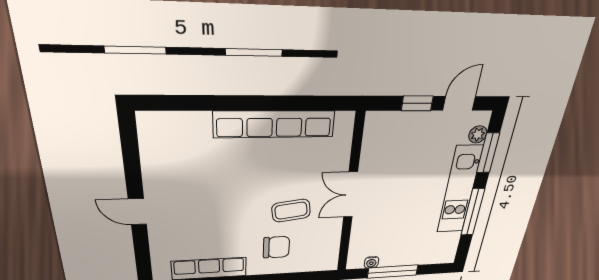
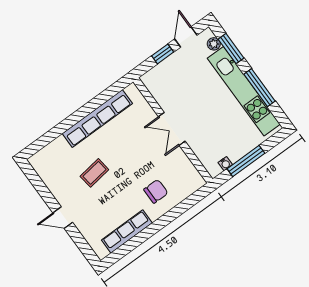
kitchen unit: (459, 190) -> (244, 91), width x1.36
coffee table: (291, 211) -> (94, 173), moved

